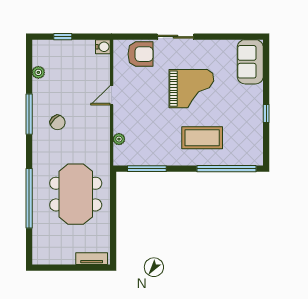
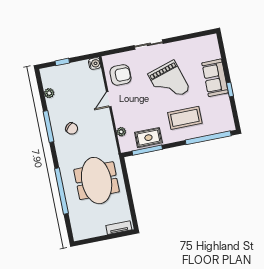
armchair: (141, 54) -> (120, 75), moved
sofa: (250, 62) -> (215, 78), moved
grand piano: (191, 89) -> (169, 82), turned 73
rug: (152, 153) -> (148, 138), added

